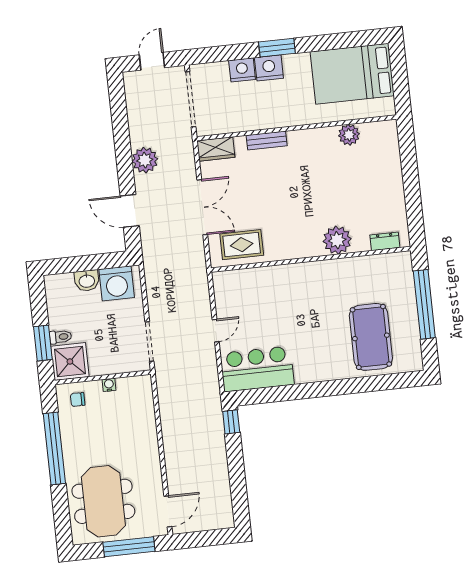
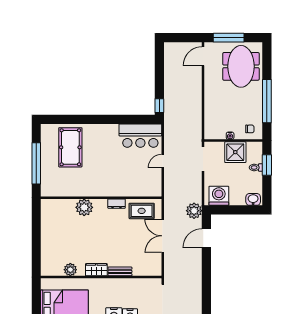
wardrobe: (216, 149) -> (96, 270), moved
plant: (145, 160) -> (194, 211), moved
door: (130, 211) -> (206, 238), swing flipped
dresser: (385, 241) -> (117, 204), moved
washbasin: (87, 281) -> (253, 199), moved
shower: (70, 362) -> (235, 152), moved

